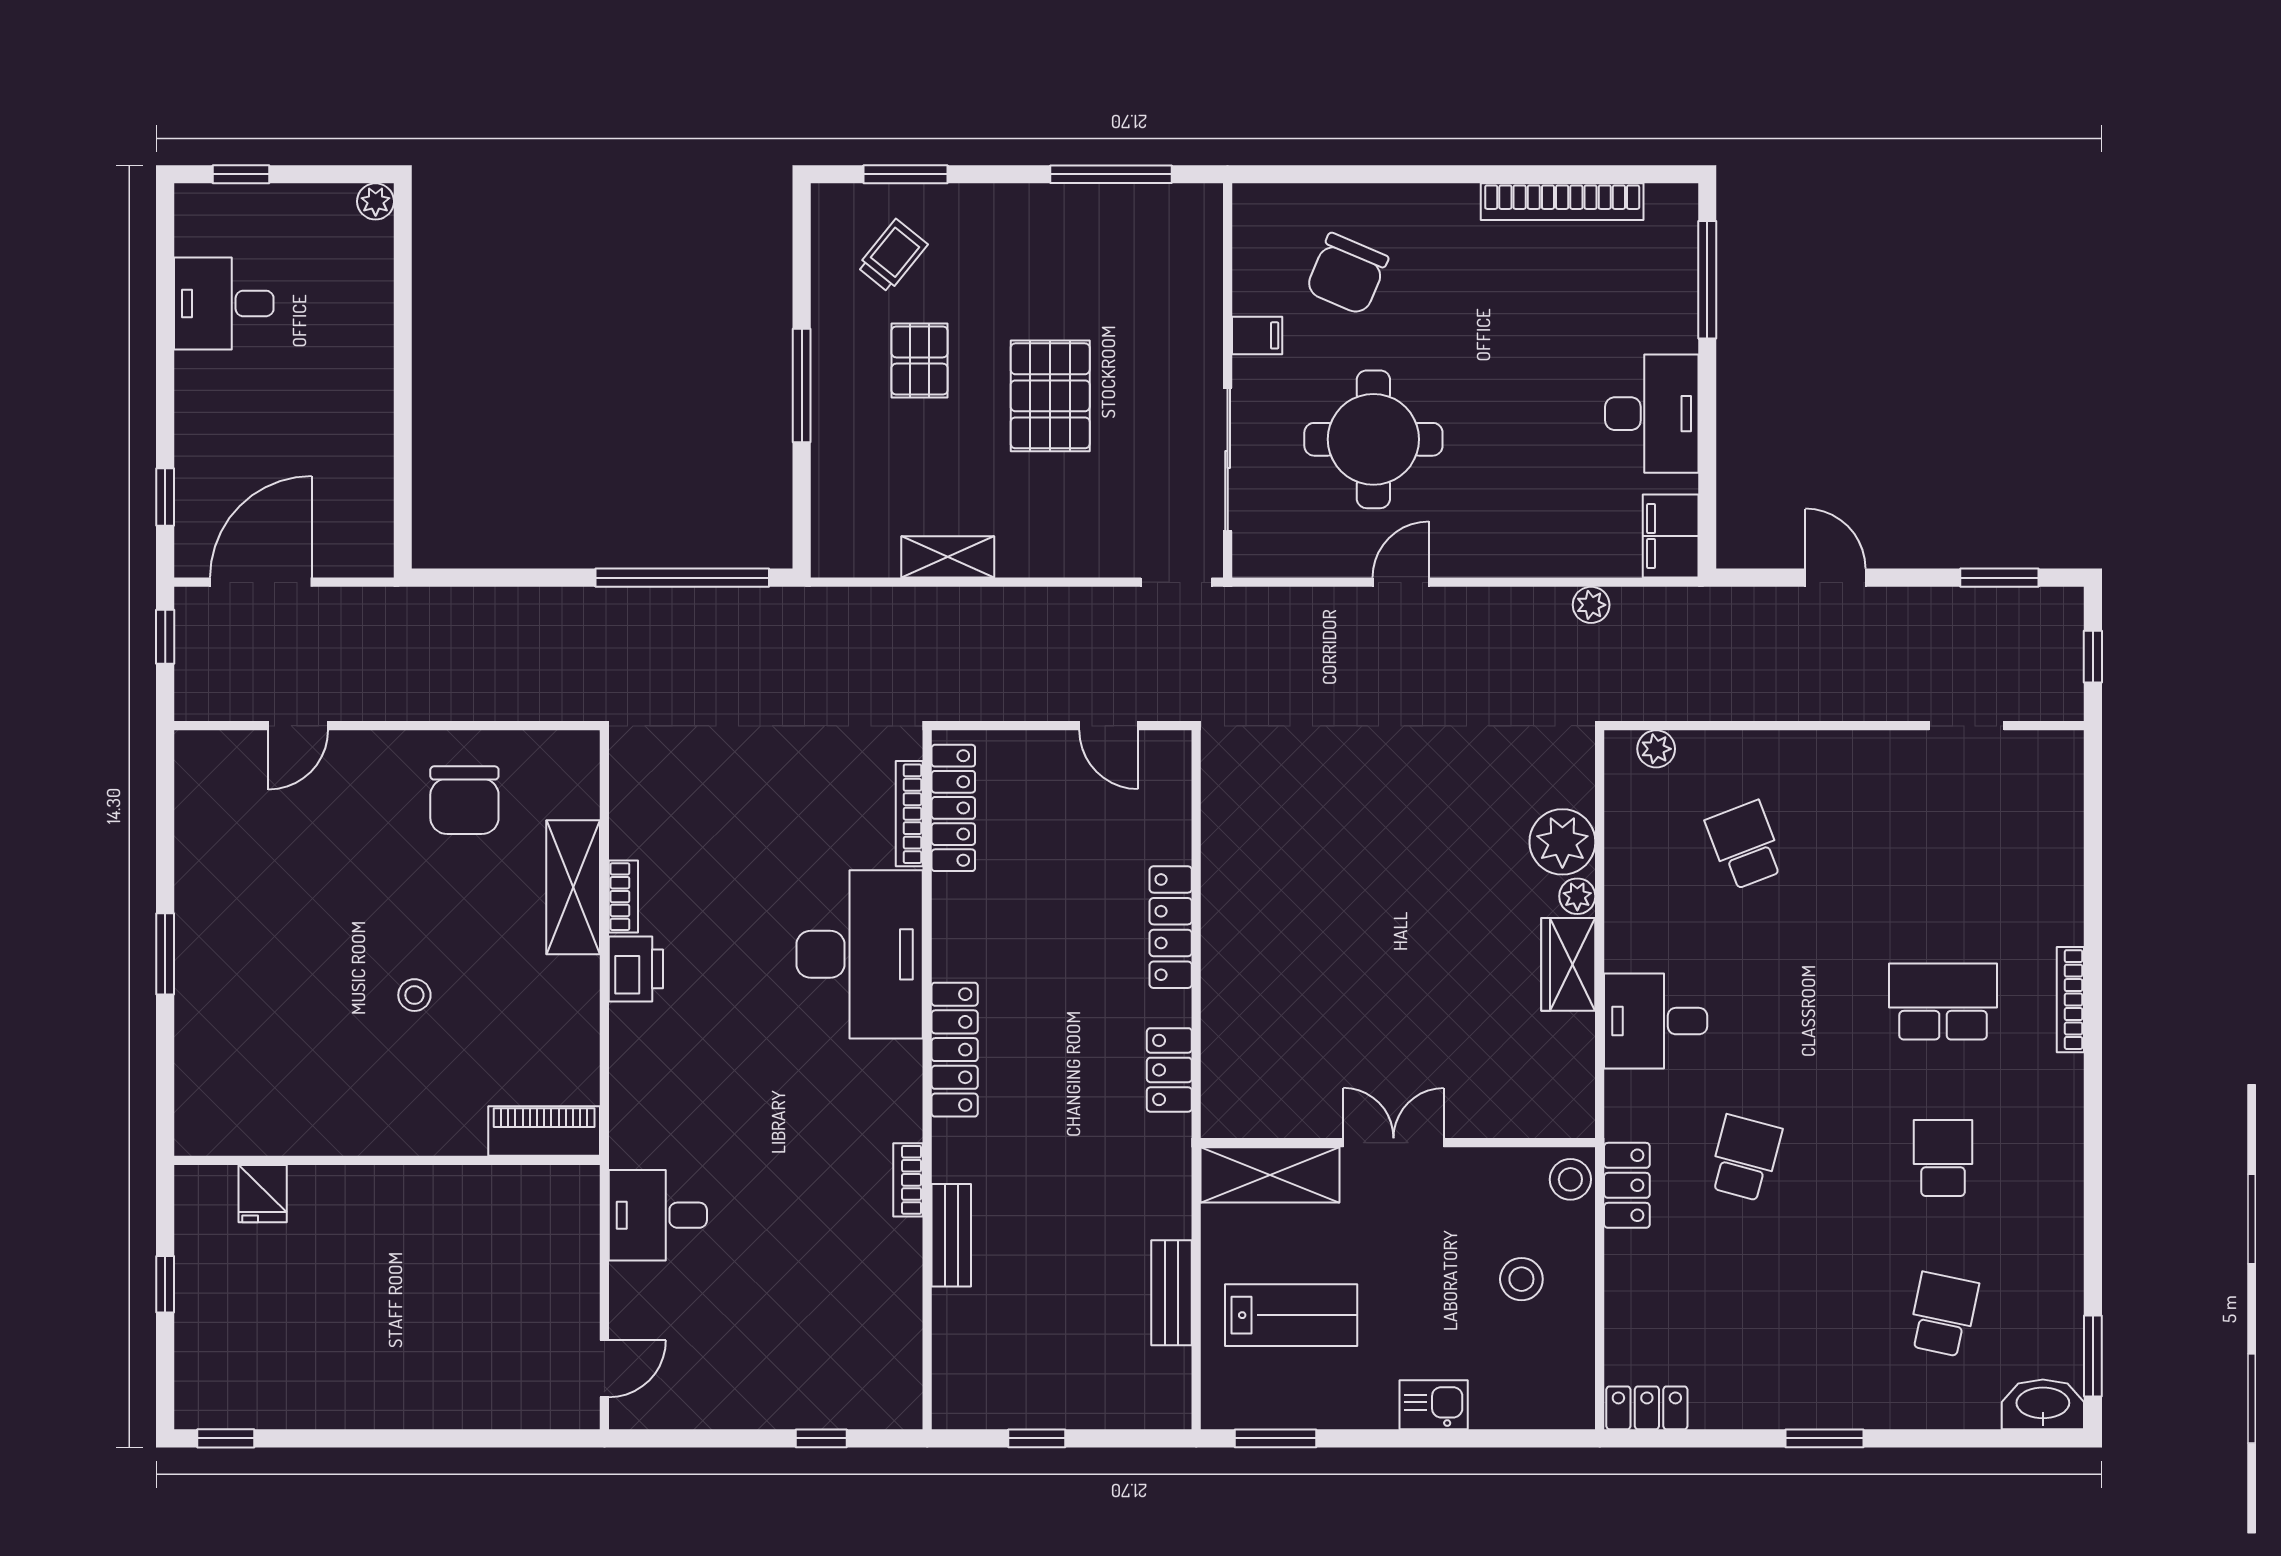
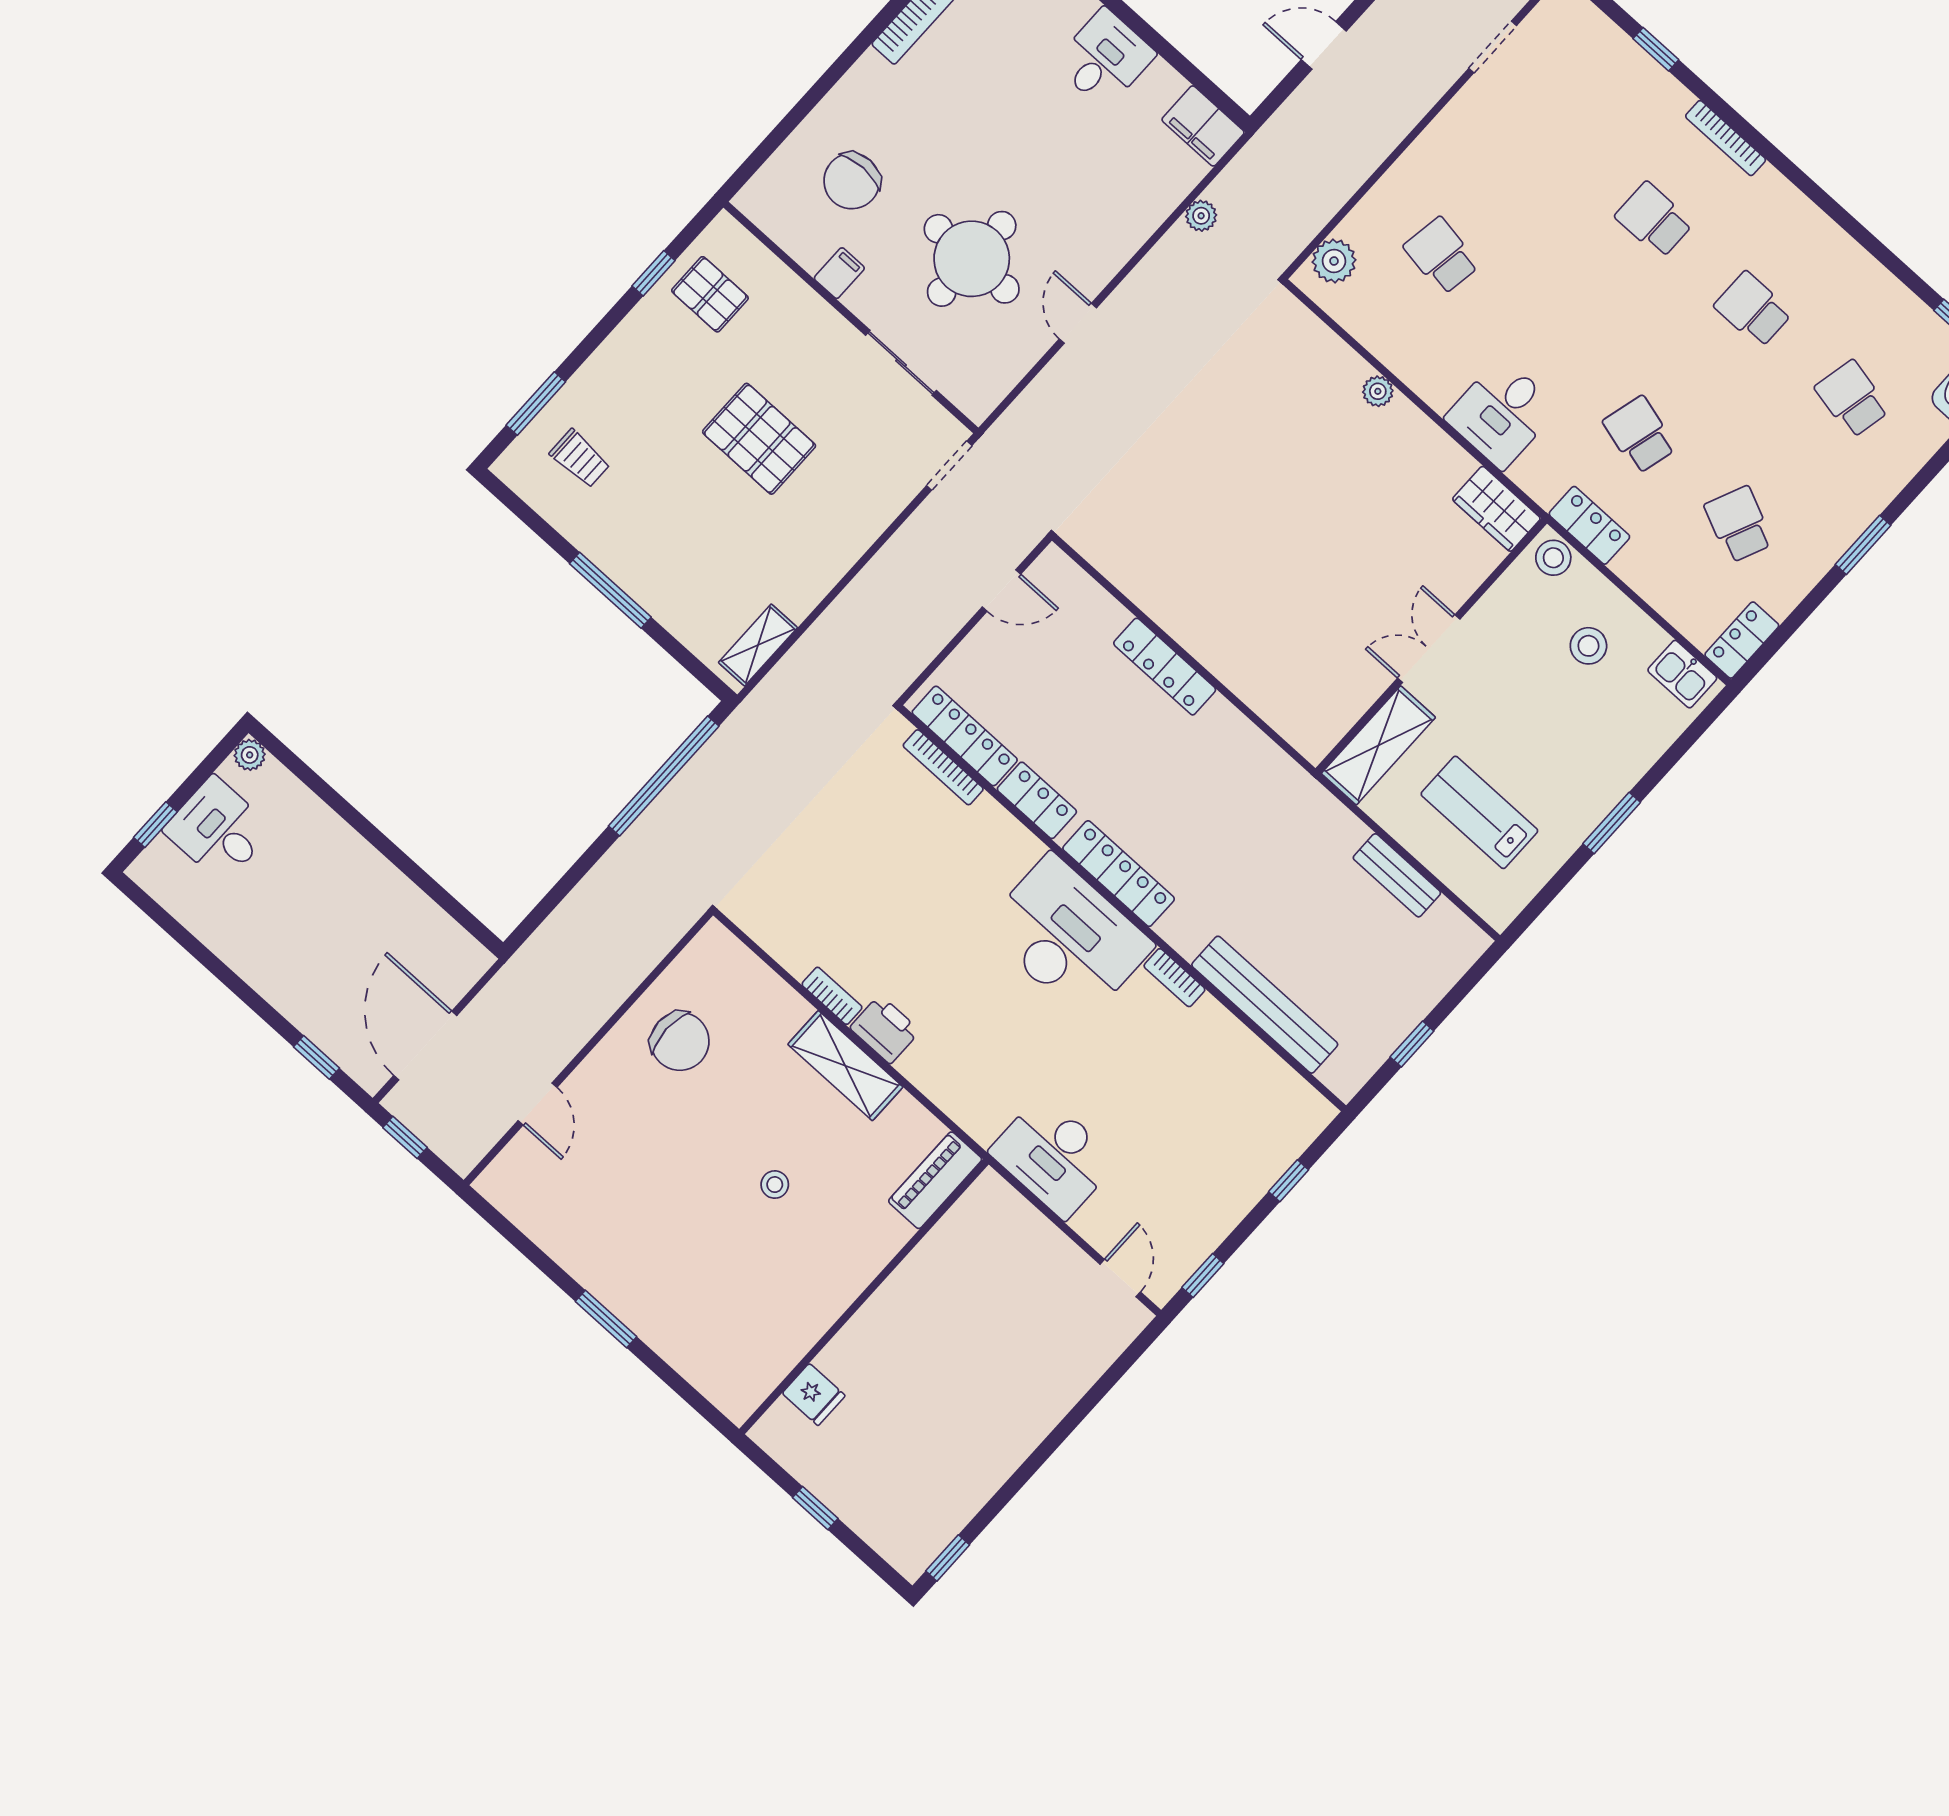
window: (1111, 174) -> (653, 273), width x0.46
trolley: (892, 256) -> (580, 458), turned 141
chair: (1347, 274) -> (852, 181), turned 67
desk: (224, 303) -> (218, 830), moved, turned 90
pallet: (920, 361) -> (710, 294), moved
desk: (1652, 414) -> (1105, 59), width x0.73
sliding door: (1228, 460) -> (901, 363), width x0.73
shelving: (948, 557) -> (758, 645), moved
plant: (1656, 749) -> (1334, 261), width x1.38, depth x1.38
plant: (1562, 842) -> (1335, 370), removed
school desk: (1745, 845) -> (1441, 256), turned 30
window: (2093, 869) -> (1656, 49), added
shelving: (573, 887) -> (845, 1066), moved
desk: (860, 954) -> (1068, 937), moved
wardrobe: (1568, 964) -> (1496, 509), moved
school desk: (1943, 1002) -> (1654, 220), width x0.54
locker: (1169, 1070) -> (1037, 800), moved, turned 180
desk: (658, 1215) -> (1054, 1156), width x1.37
bench: (951, 1235) -> (1265, 1005), width x1.86, depth x1.21
school desk: (1745, 1314) -> (1739, 524), added
lab bench: (1291, 1315) -> (1479, 812), turned -90
kitchen sink: (1434, 1405) -> (1682, 674), moved, turned -90
window: (672, 1438) -> (1203, 1275), added
window: (1275, 1438) -> (1612, 823), moved

